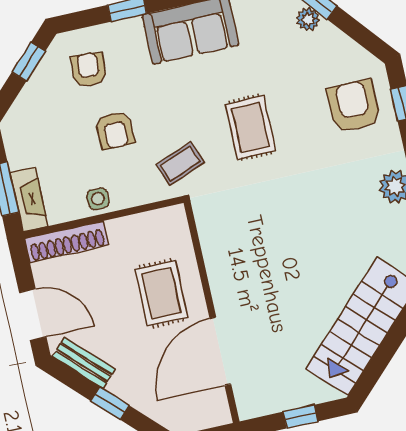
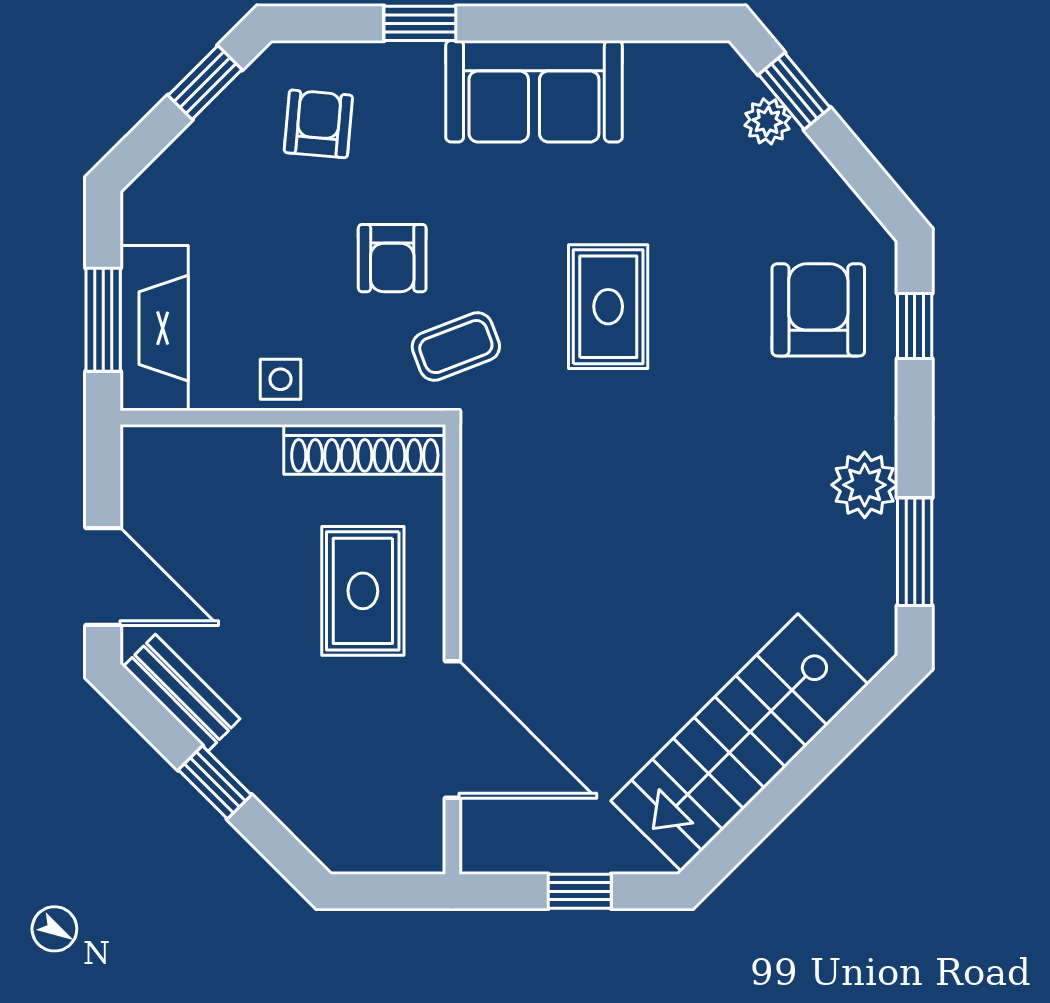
armchair: (115, 130) -> (392, 258), moved
fireplace: (29, 199) -> (154, 328), width x1.37, depth x1.32
shoe rack: (67, 242) -> (365, 449), moved
door: (220, 351) -> (452, 730), swing flipped

